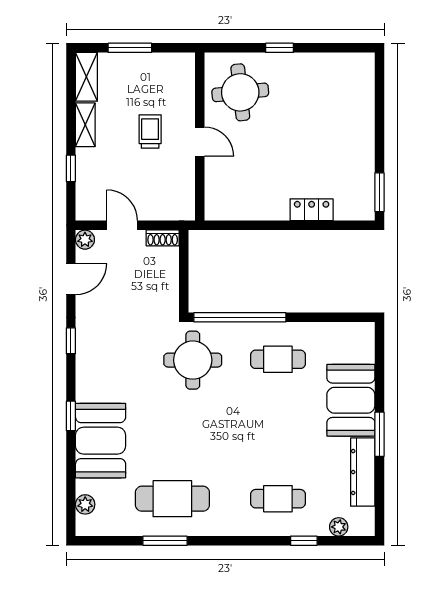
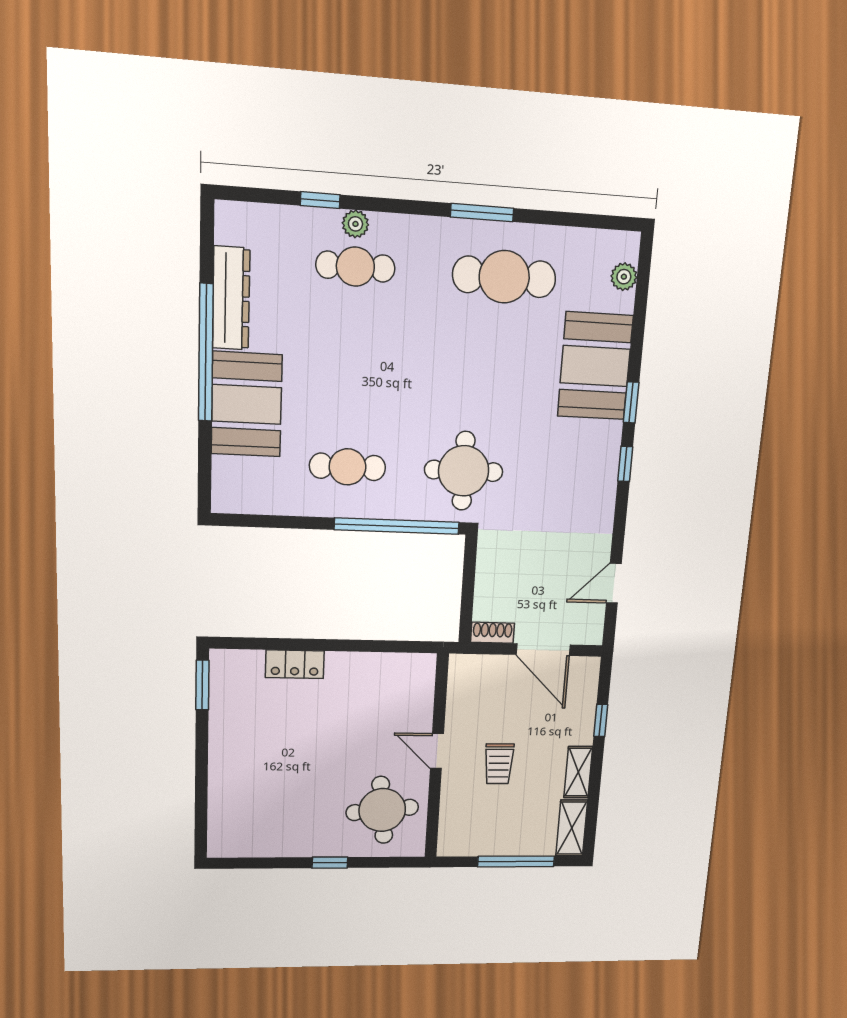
window: (130, 48) -> (516, 861), width x1.44
door: (122, 225) -> (543, 650), width x1.37
plant: (85, 240) -> (591, 633), removed
window: (71, 341) -> (625, 464), moved
window: (379, 434) -> (206, 353), width x2.11
plant: (339, 527) -> (355, 224), moved
window: (165, 541) -> (482, 213), moved

